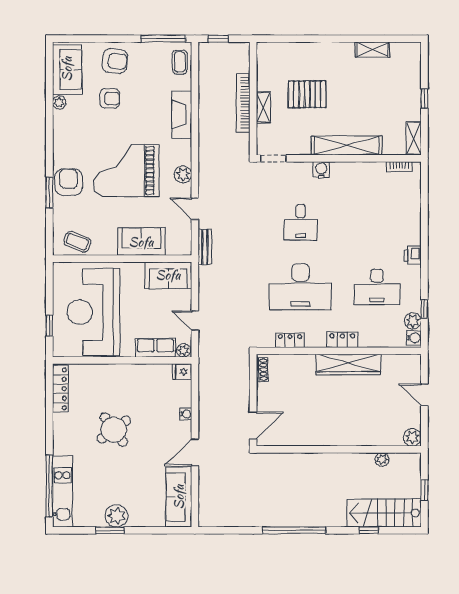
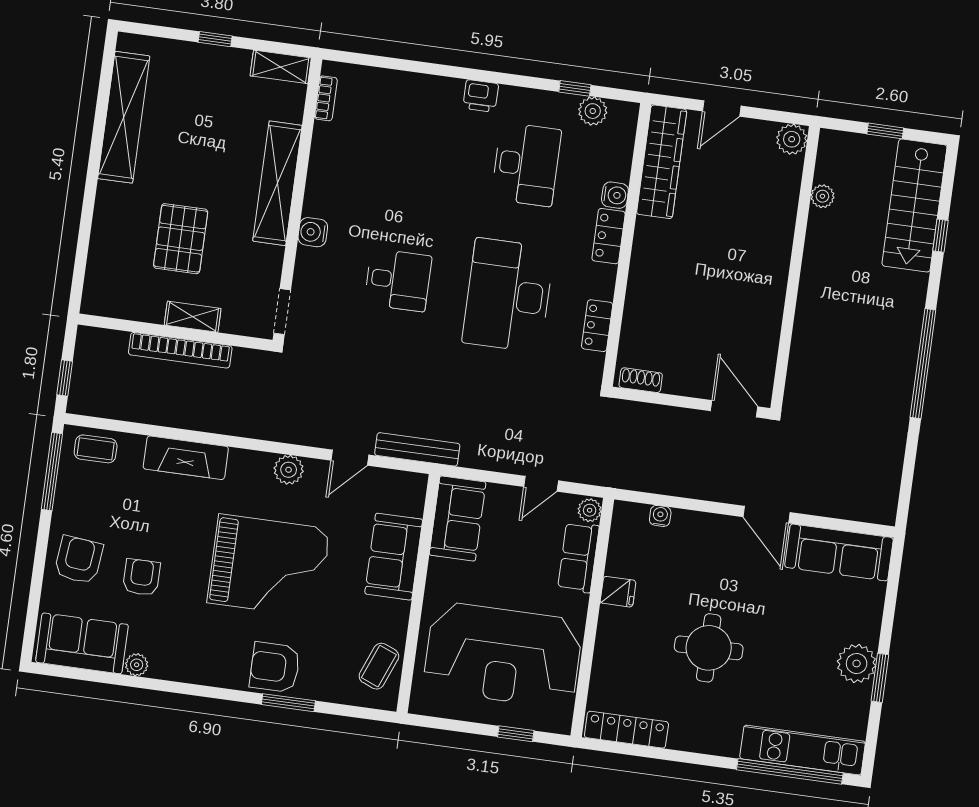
shelving: (372, 50) -> (124, 117), width x2.20, depth x1.33
grand piano: (126, 171) -> (269, 566), turned -90
bench: (205, 247) -> (417, 449), width x1.36
desk: (300, 287) -> (508, 295), turned 180
water cooler: (414, 338) -> (615, 195), moved, turned 90
wardrobe: (349, 364) -> (662, 162), moved
fridge: (182, 372) -> (618, 592), moved, turned -90
water cooler: (186, 414) -> (660, 516), moved
round table: (114, 430) -> (709, 648), turned 36

